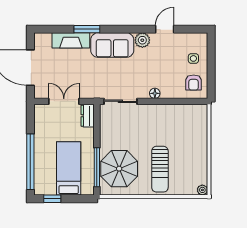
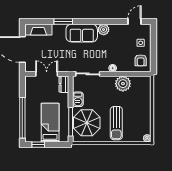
door: (165, 29) -> (134, 22), moved
fireplace: (71, 40) -> (38, 30), moved
plant: (169, 115) -> (123, 84), added
barbecue: (107, 136) -> (78, 99), added

